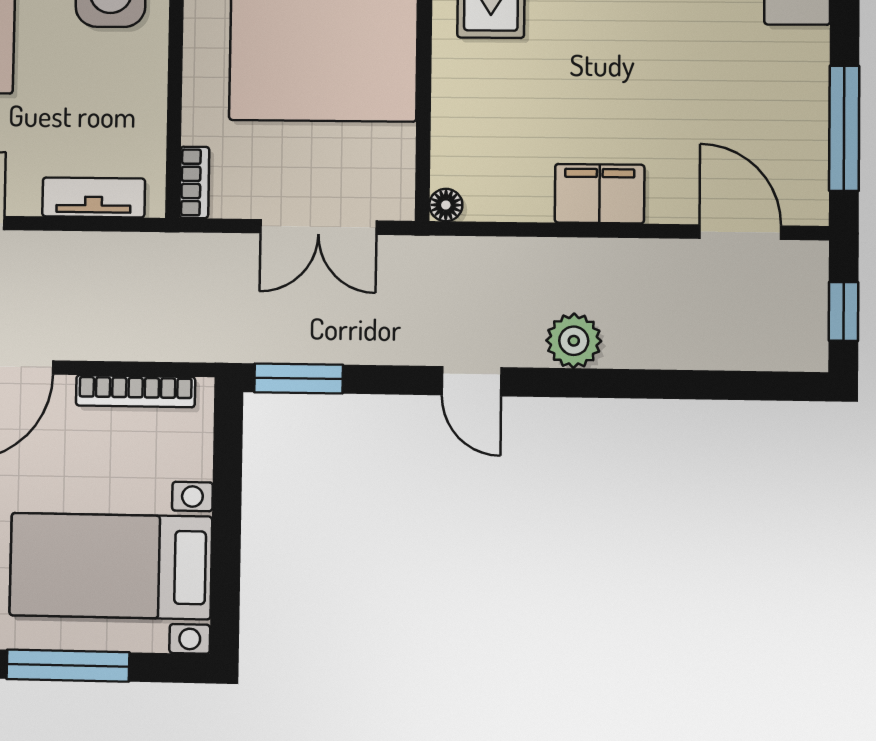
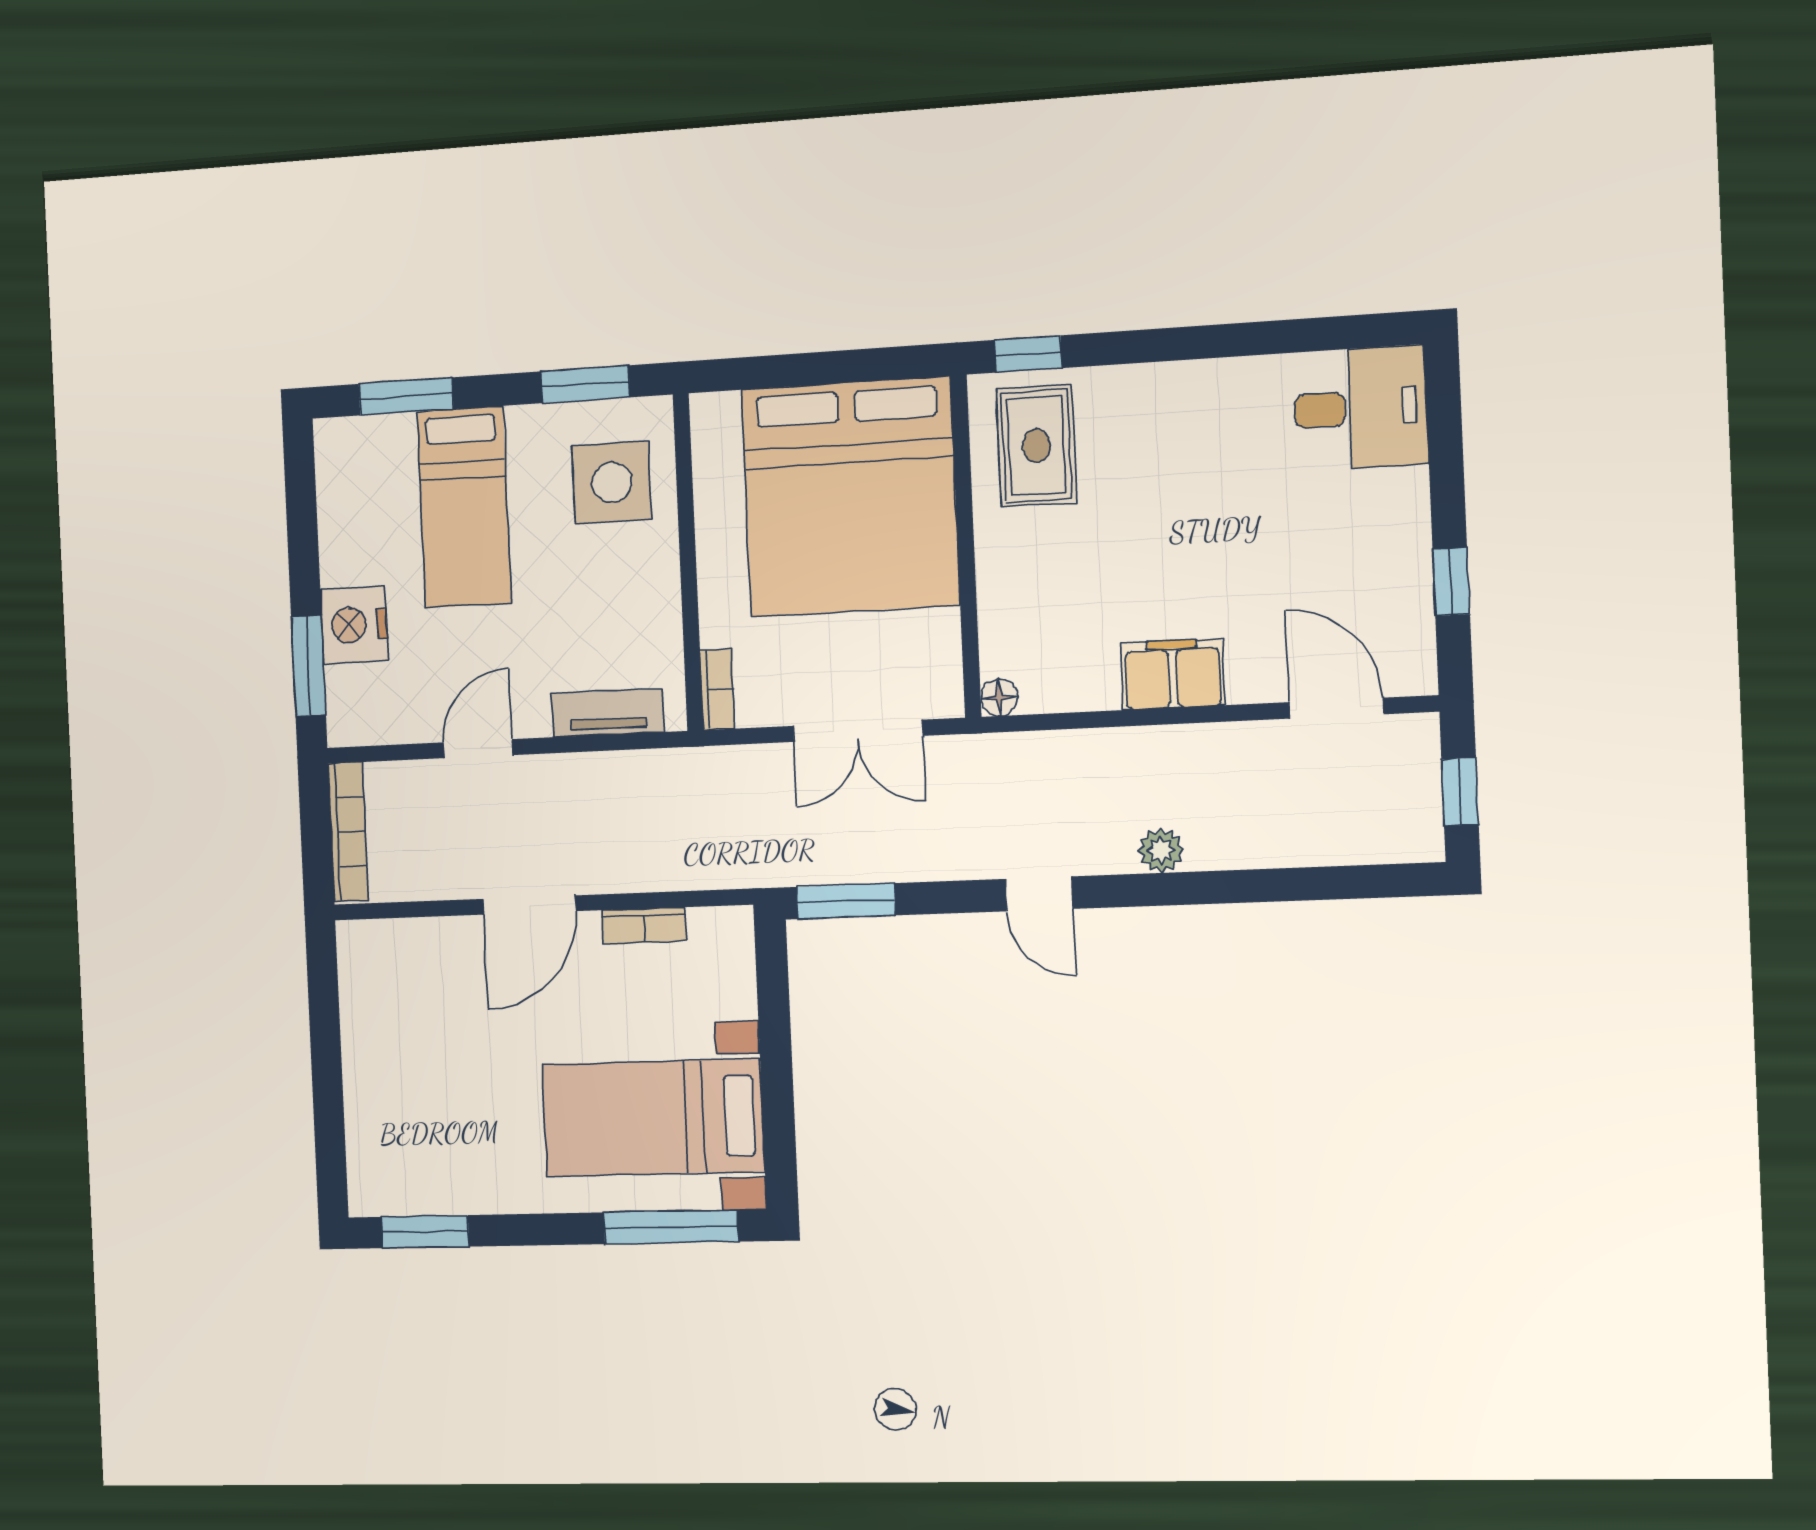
window: (844, 128) -> (1451, 582), width x0.46
plant: (574, 341) -> (1161, 850), width x0.73, depth x0.73
bookcase: (136, 391) -> (644, 926), width x0.64
window: (68, 666) -> (671, 1227), moved

